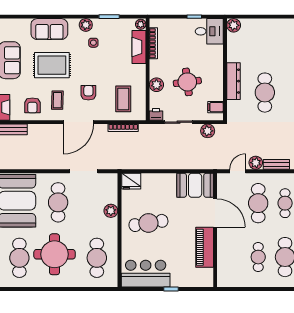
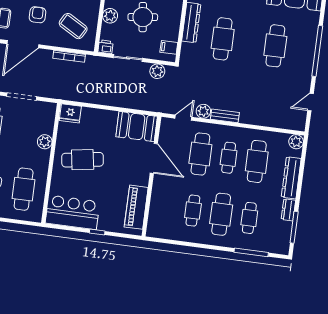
coffee table: (123, 99) -> (73, 26), turned -60
piano: (205, 247) -> (136, 207), moved

